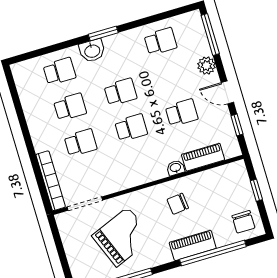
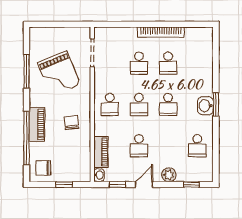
window: (210, 35) -> (191, 185), width x0.46
washbasin: (92, 51) -> (206, 106), moved
school desk: (59, 71) -> (110, 104), moved
washbasin: (176, 168) -> (99, 175), moved
bookcase: (51, 181) -> (161, 32), moved

